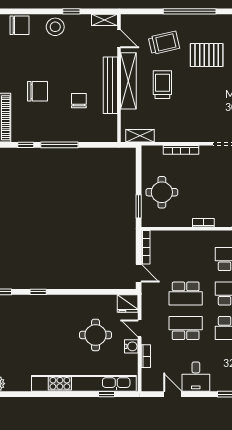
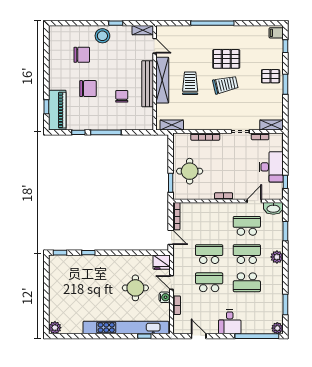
chair: (19, 25) -> (82, 55), moved
trolley: (164, 43) -> (225, 85), moved
school desk: (186, 294) -> (209, 254), turned 180
desk: (196, 377) -> (230, 322), moved

